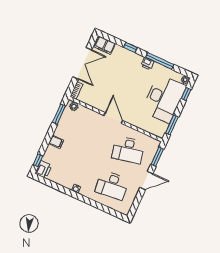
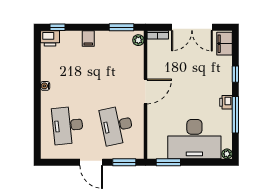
window: (186, 94) -> (211, 162), removed

